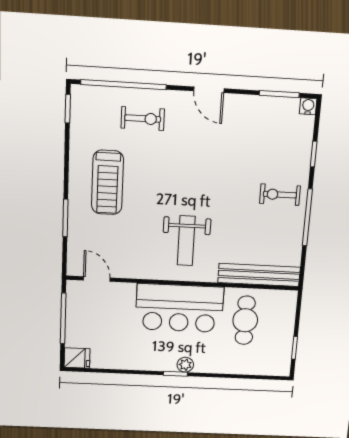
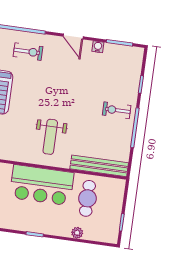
water cooler: (308, 106) -> (98, 47), moved
plant: (185, 365) -> (77, 233), moved

